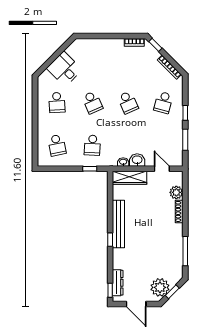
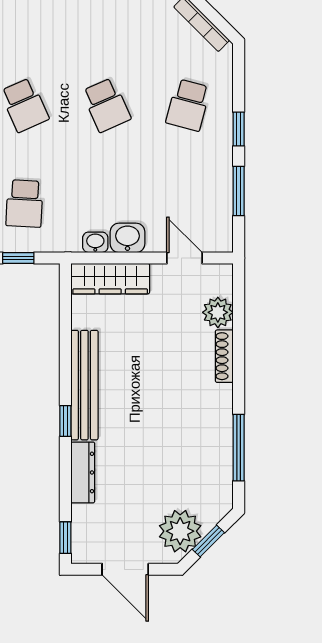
dresser: (118, 283) -> (83, 472), moved

